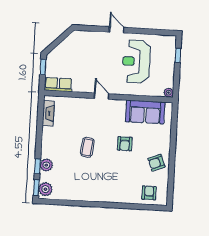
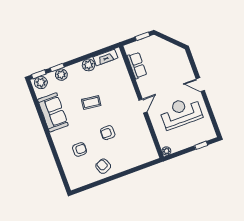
door: (117, 30) -> (200, 85), swing flipped
row of seats: (58, 85) -> (137, 65), moved
door: (102, 96) -> (143, 106), moved
sofa: (145, 112) -> (53, 112), moved, turned 180
plant: (48, 134) -> (88, 65), added
armchair: (149, 193) -> (80, 149), moved

